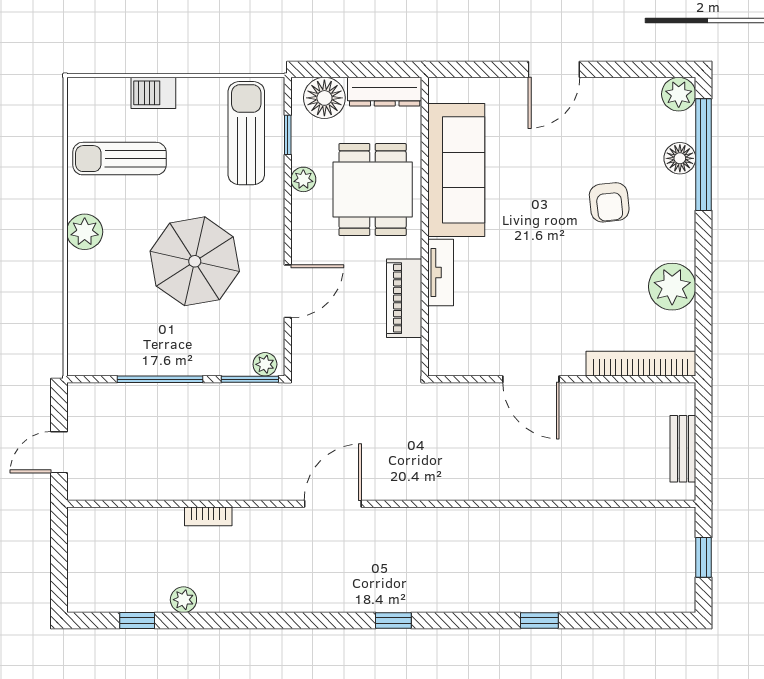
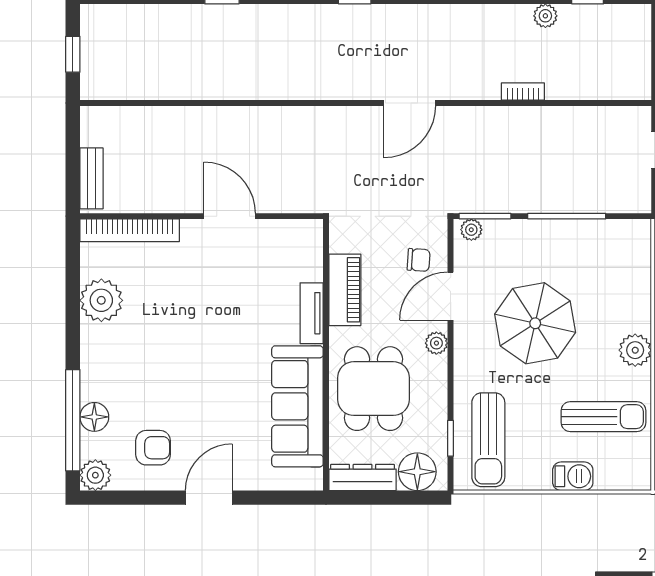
plant: (303, 179) -> (436, 343), moved
armchair: (609, 202) -> (153, 448), moved, turned 96
chair: (323, 331) -> (419, 260), added
bench: (683, 449) -> (91, 178), moved

